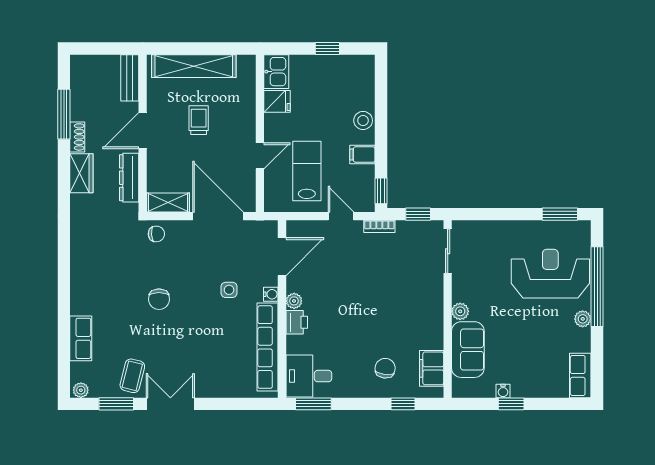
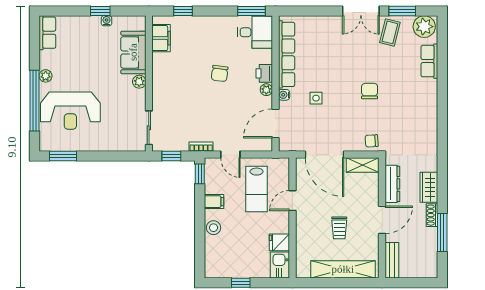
chair: (385, 368) -> (220, 73), moved
plant: (81, 390) -> (424, 27), width x1.87, depth x1.87

